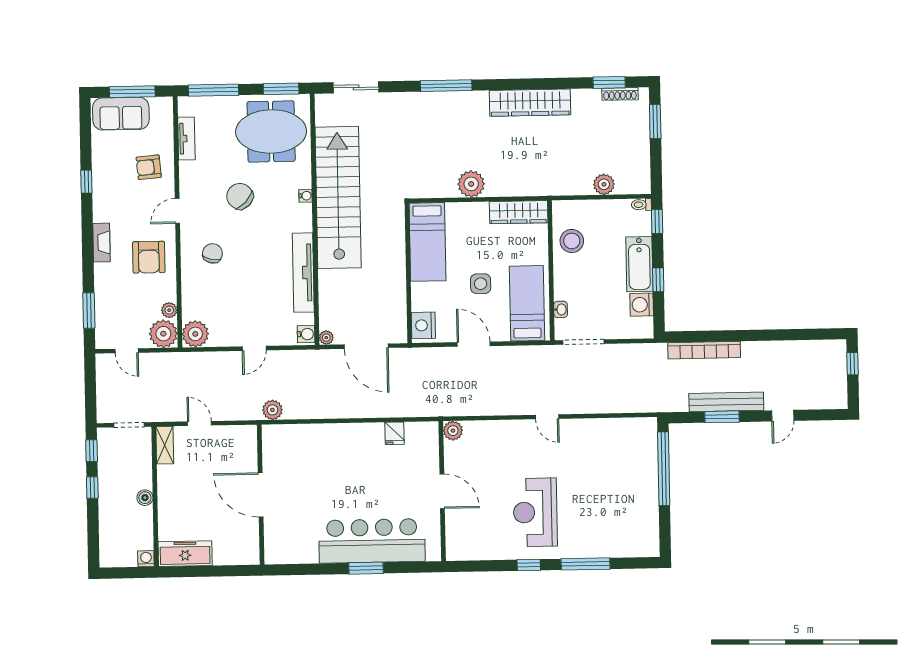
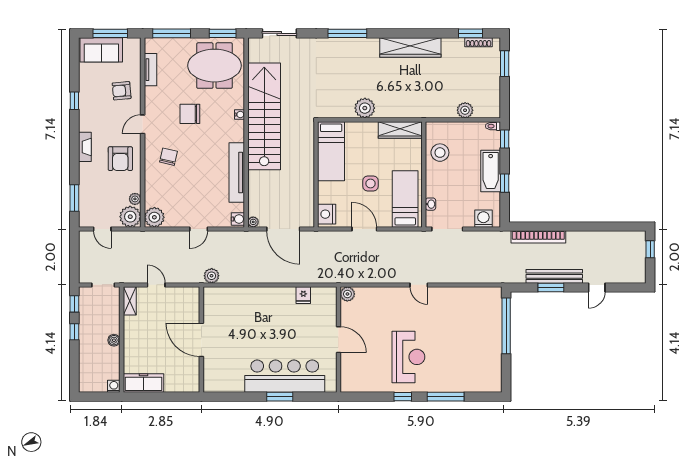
chair: (240, 196) -> (190, 114), turned -44
washing machine: (642, 305) -> (483, 219), moved, turned 90
reception desk: (535, 512) -> (408, 357), turned 180

